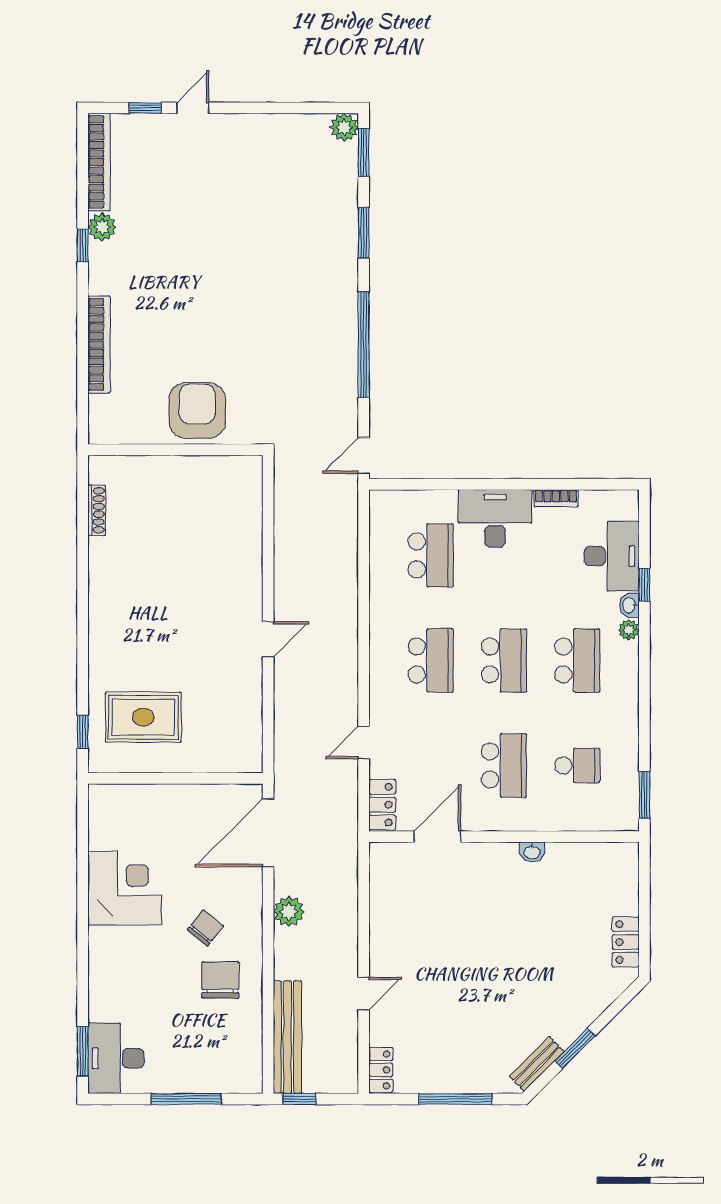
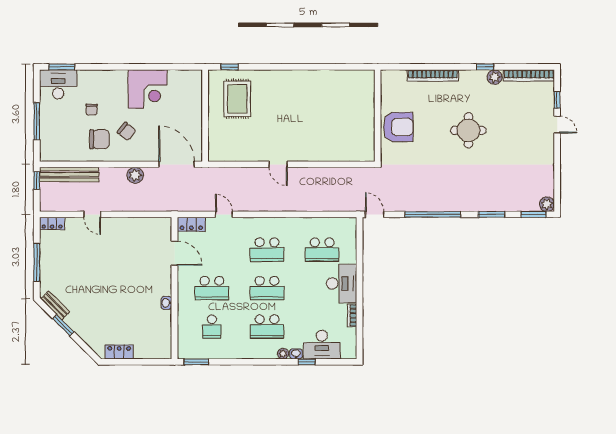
round table: (203, 277) -> (468, 130), added
shoe rack: (97, 510) -> (346, 74), removed
chair: (164, 995) -> (92, 110), added

